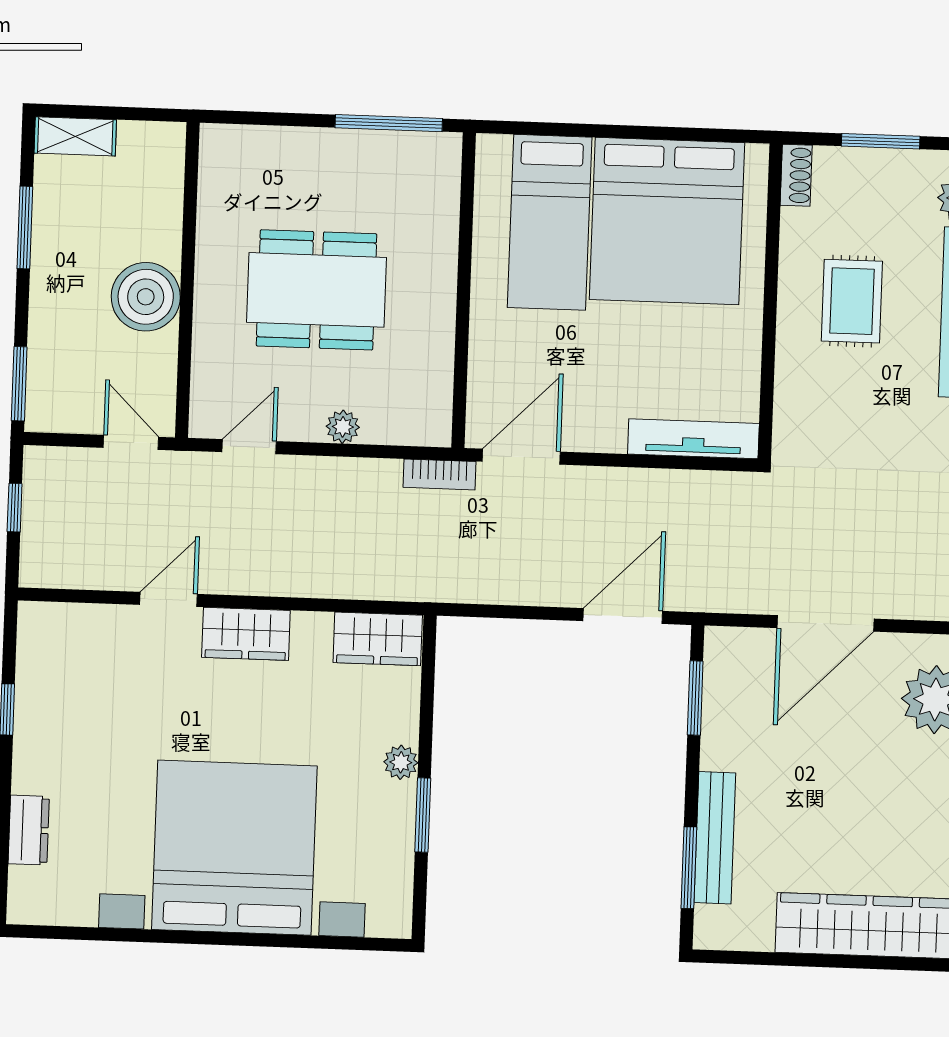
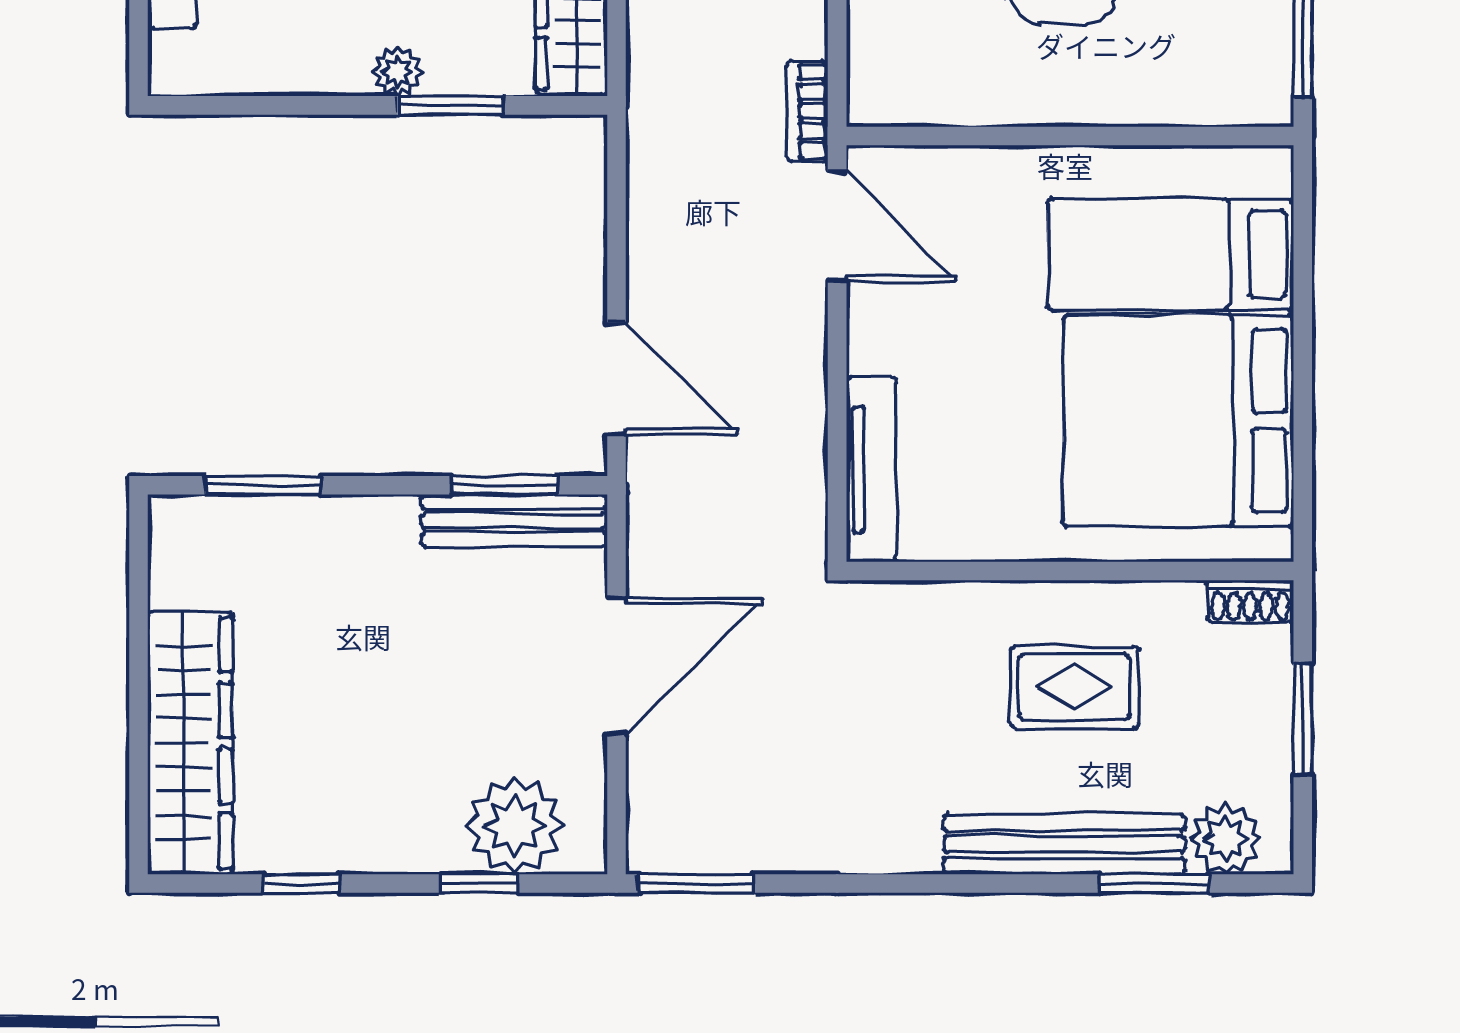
door: (826, 623) -> (616, 666), swing flipped
window: (423, 815) -> (451, 105), moved
bench: (715, 838) -> (514, 520), moved

